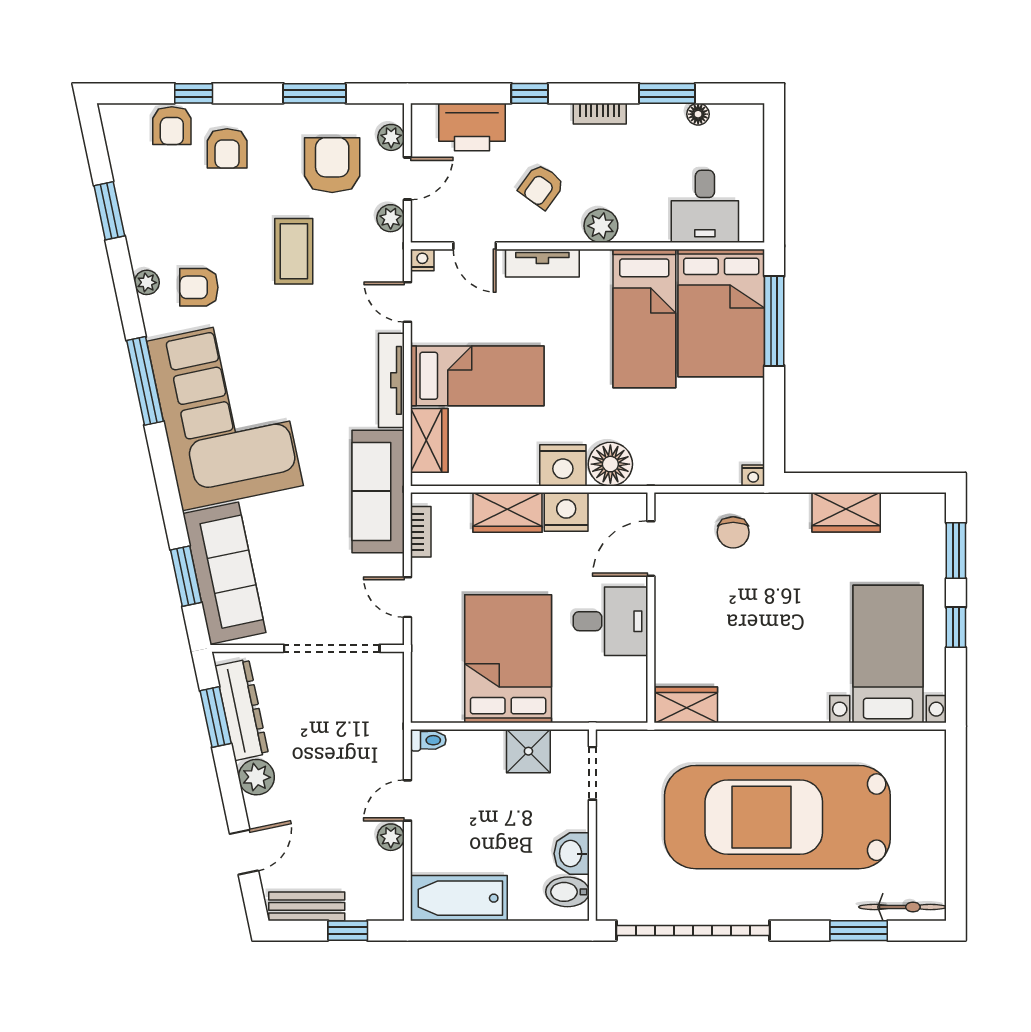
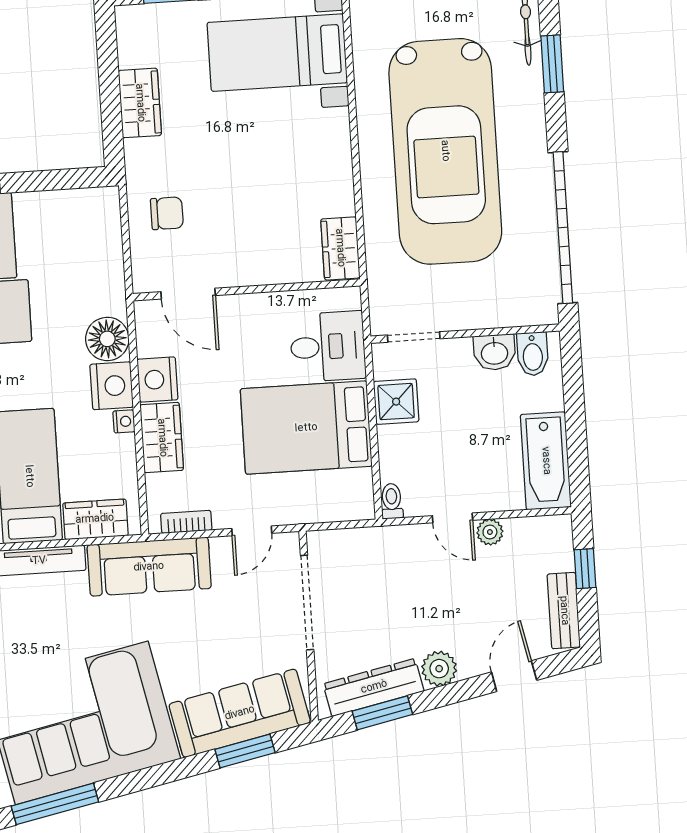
nightstand: (753, 475) -> (124, 421), moved
desk: (610, 621) -> (328, 347), moved, turned 90
door: (244, 852) -> (514, 676), hinge flipped

